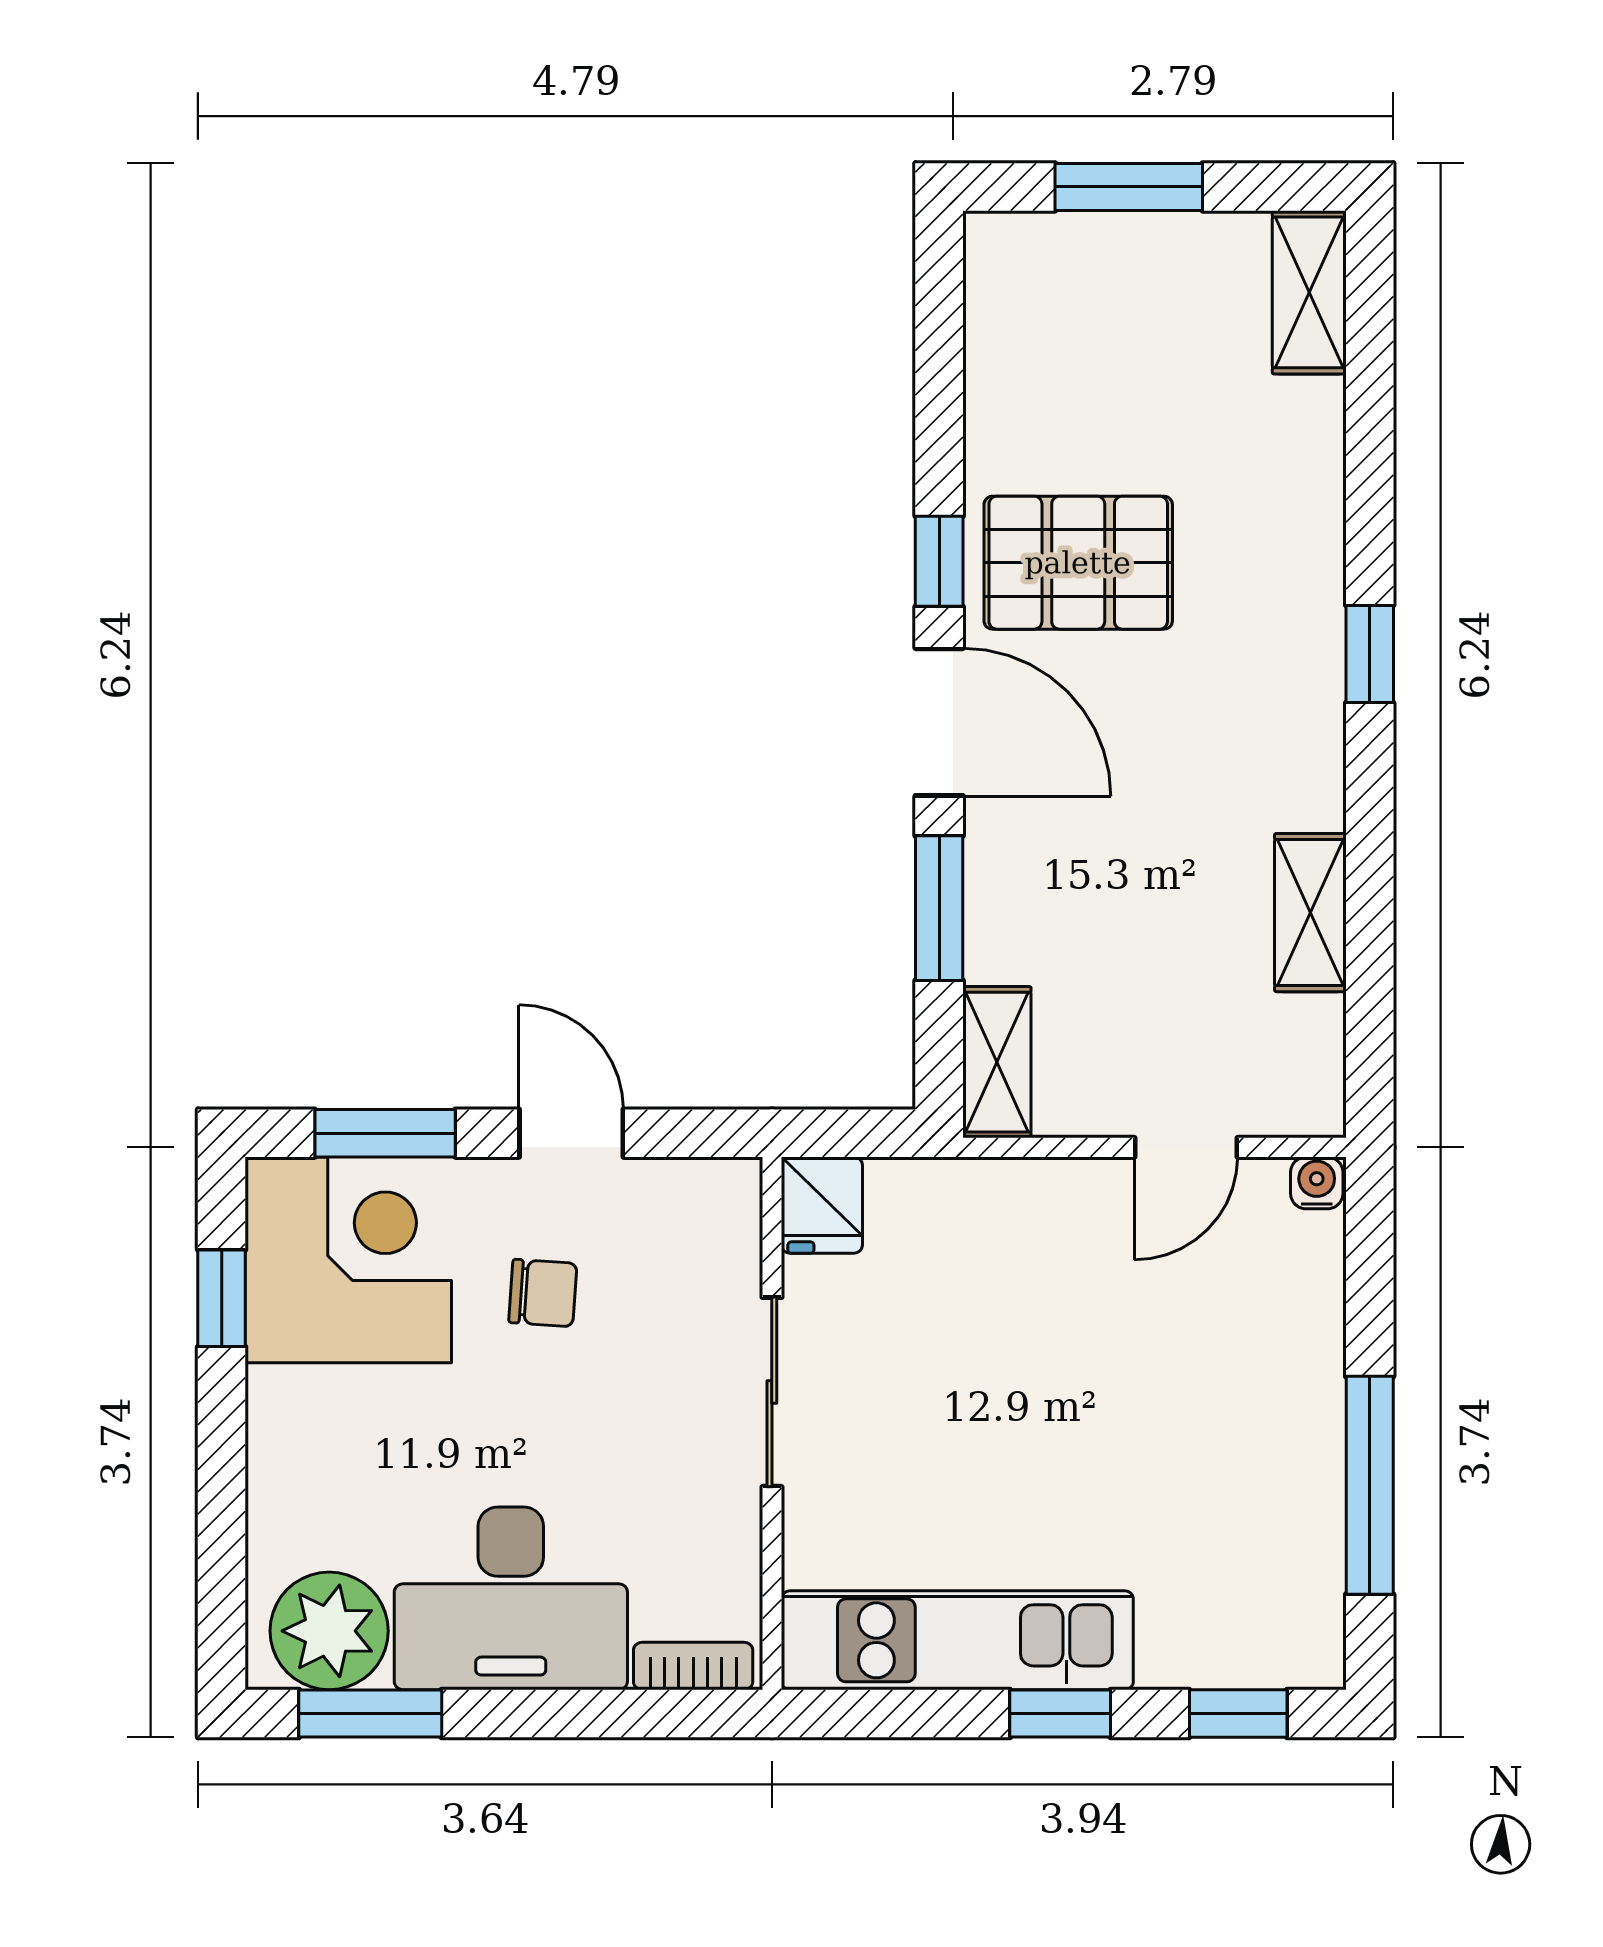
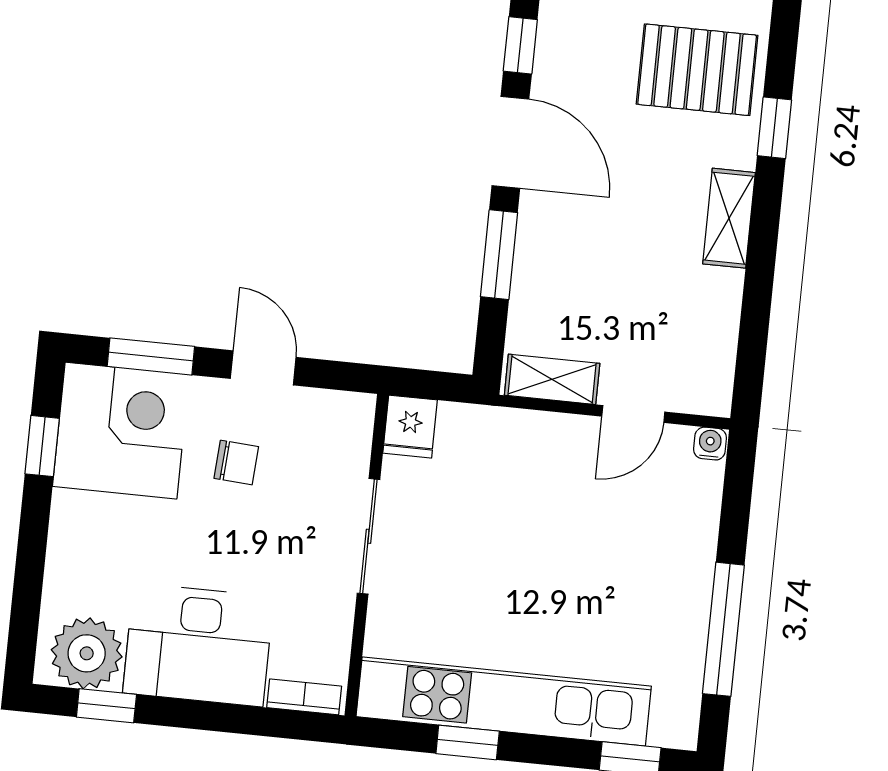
pallet: (1078, 563) -> (697, 70), moved
shelving: (1310, 913) -> (729, 218), moved
shelving: (997, 1062) -> (552, 379), moved, turned 90
kitchen unit: (957, 1640) -> (504, 701), width x1.36
window: (370, 1714) -> (106, 706), width x0.67
window: (1060, 1714) -> (468, 742), moved

